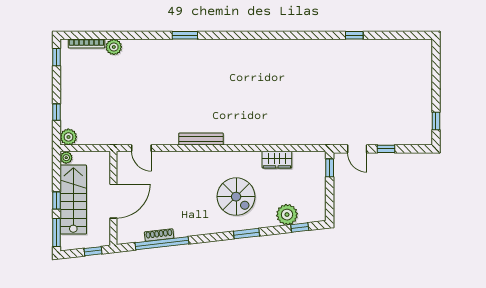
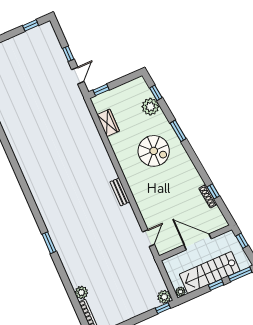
window: (57, 112) -> (163, 308), moved
bench: (201, 139) -> (120, 192), width x0.73
wardrobe: (277, 160) -> (108, 123), moved
spiral stairs: (236, 197) -> (154, 151), turned 90
window: (162, 243) -> (213, 191), width x0.32

